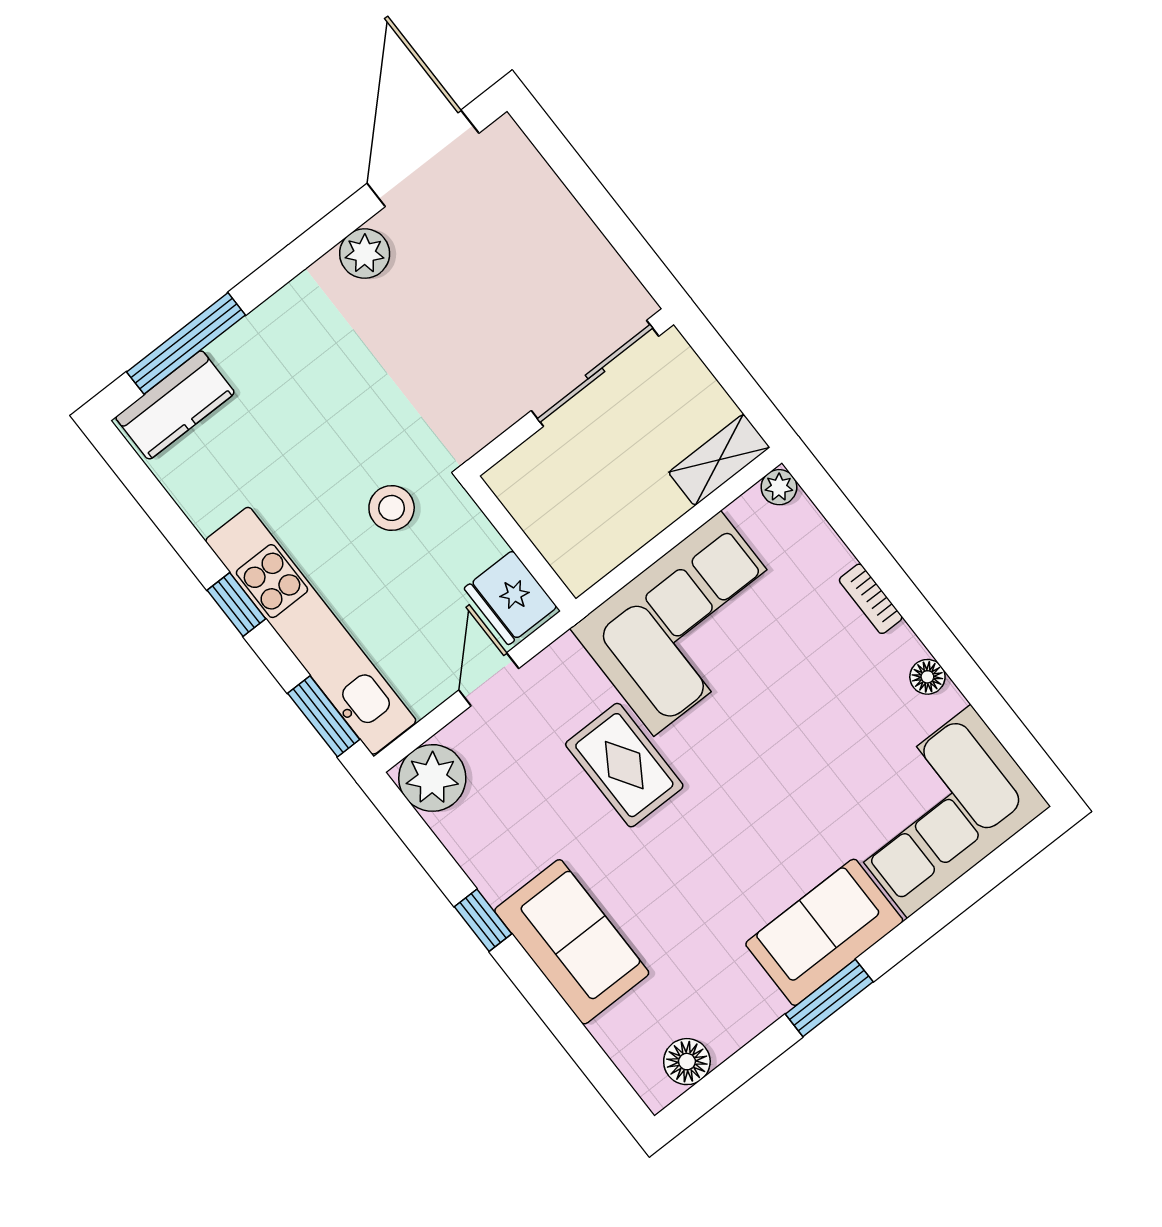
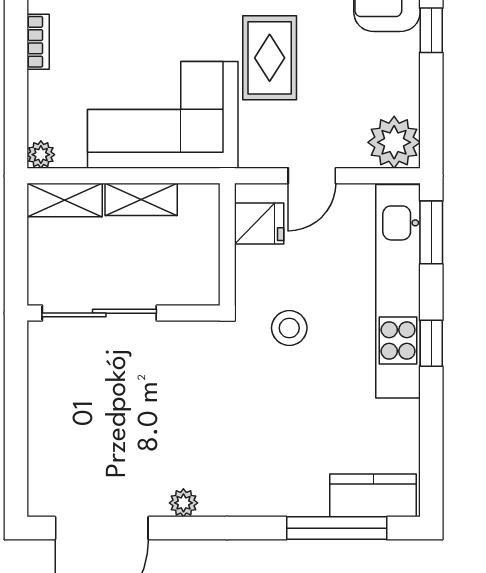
plant: (365, 254) -> (183, 503), width x0.73, depth x0.73
shelving: (642, 521) -> (141, 199), added
fridge: (511, 598) -> (259, 223), width x0.72

